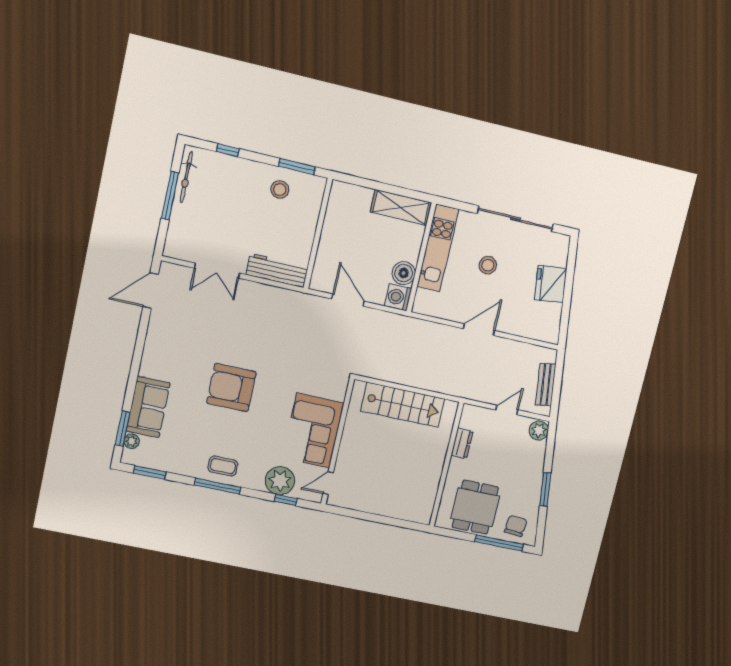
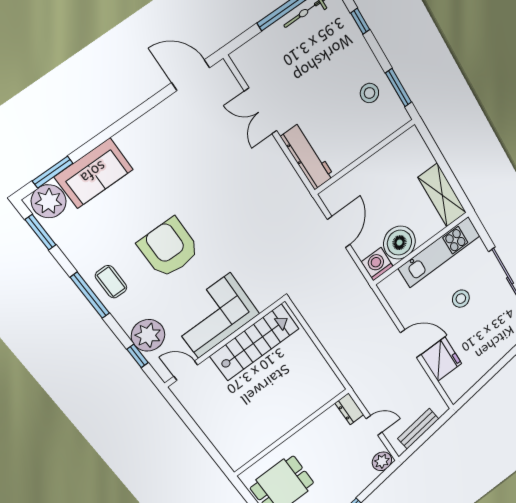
boiler: (404, 273) -> (399, 243), width x1.37, depth x1.37
fridge: (551, 284) -> (441, 359), moved, turned 98
armchair: (231, 388) -> (169, 248), moved
stairs: (403, 405) -> (255, 342), moved, turned -90
plant: (132, 441) -> (49, 201), width x1.87, depth x1.87
dresser: (462, 443) -> (349, 409), moved, turned 90

